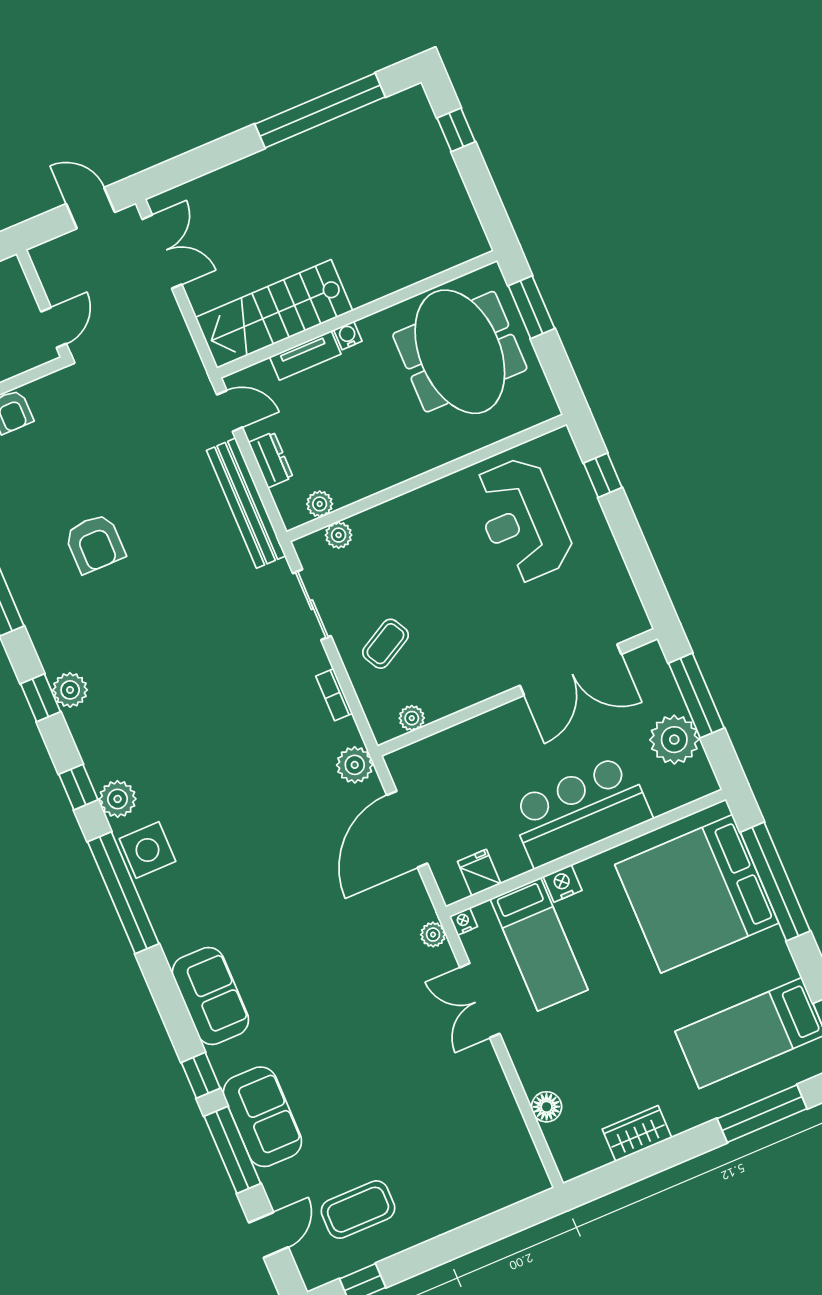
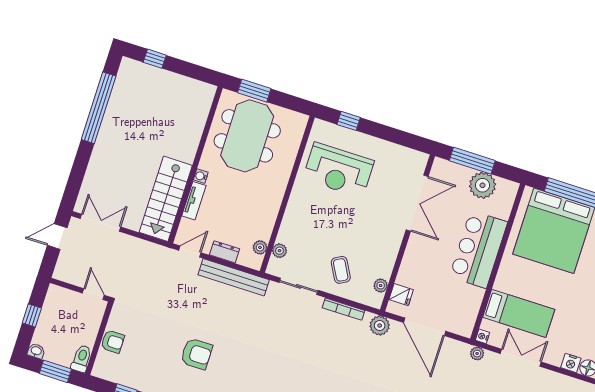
meeting table: (460, 352) -> (247, 136), turned 90
bookcase: (334, 695) -> (344, 309), width x1.56
fridge: (479, 873) -> (401, 295), moved, turned 180
nightstand: (563, 883) -> (571, 363), moved, turned -90
double door: (480, 1001) -> (521, 358), swing flipped

